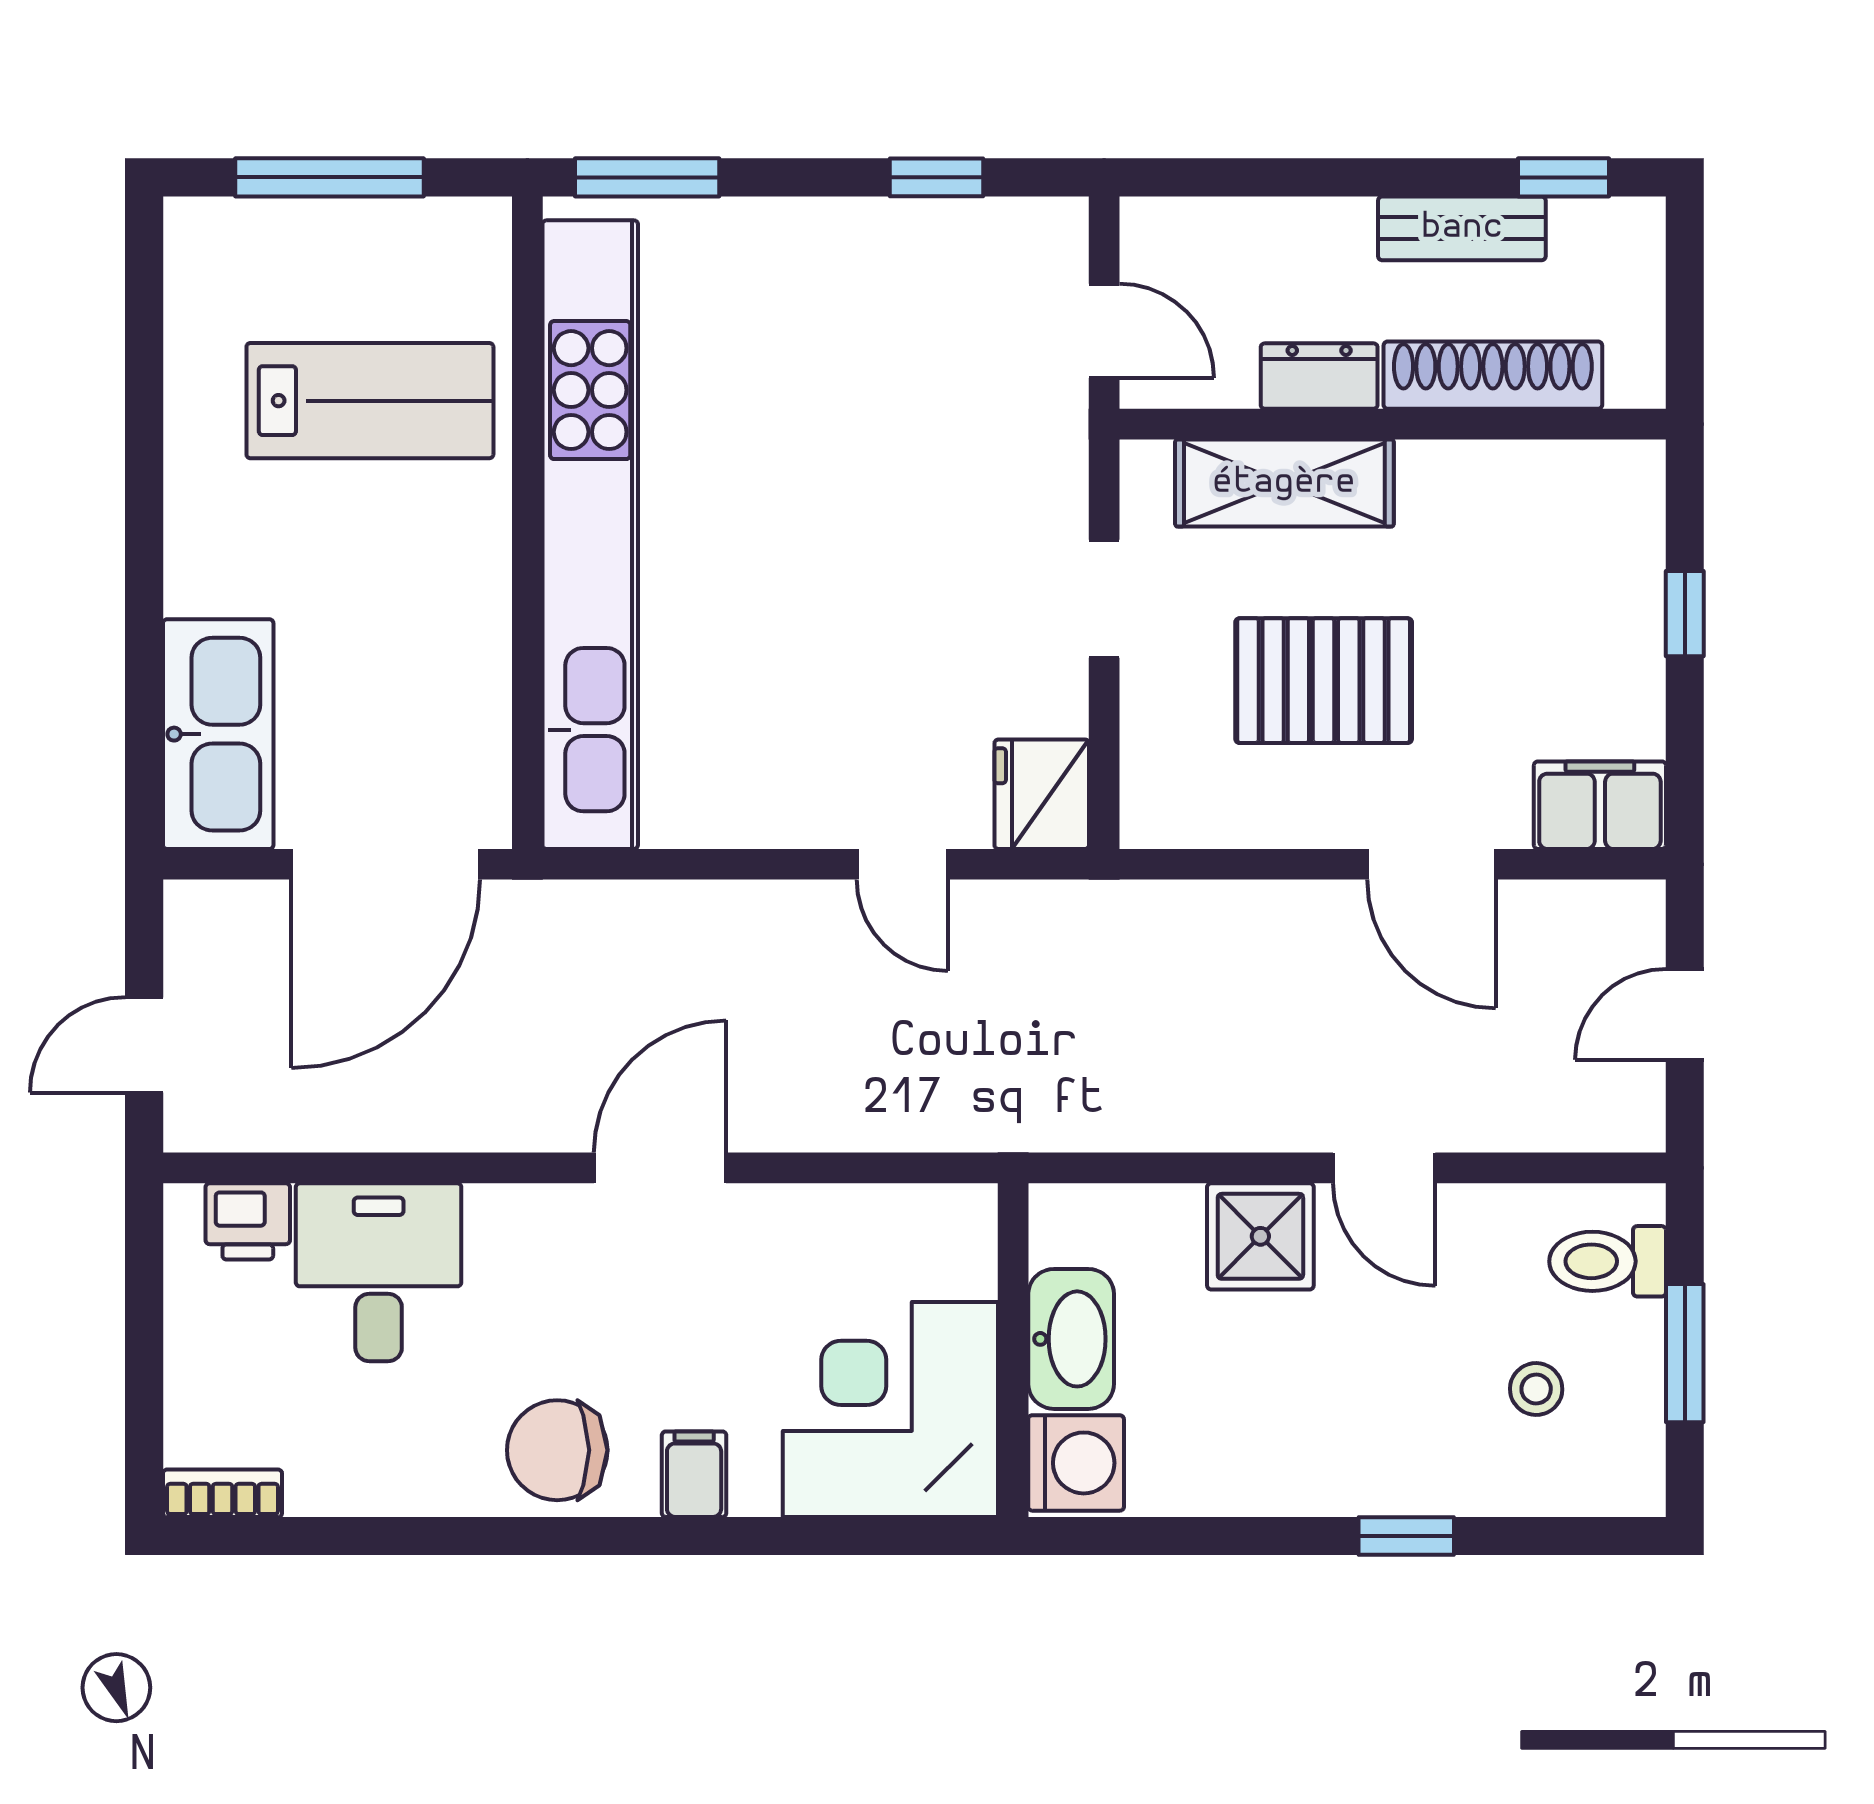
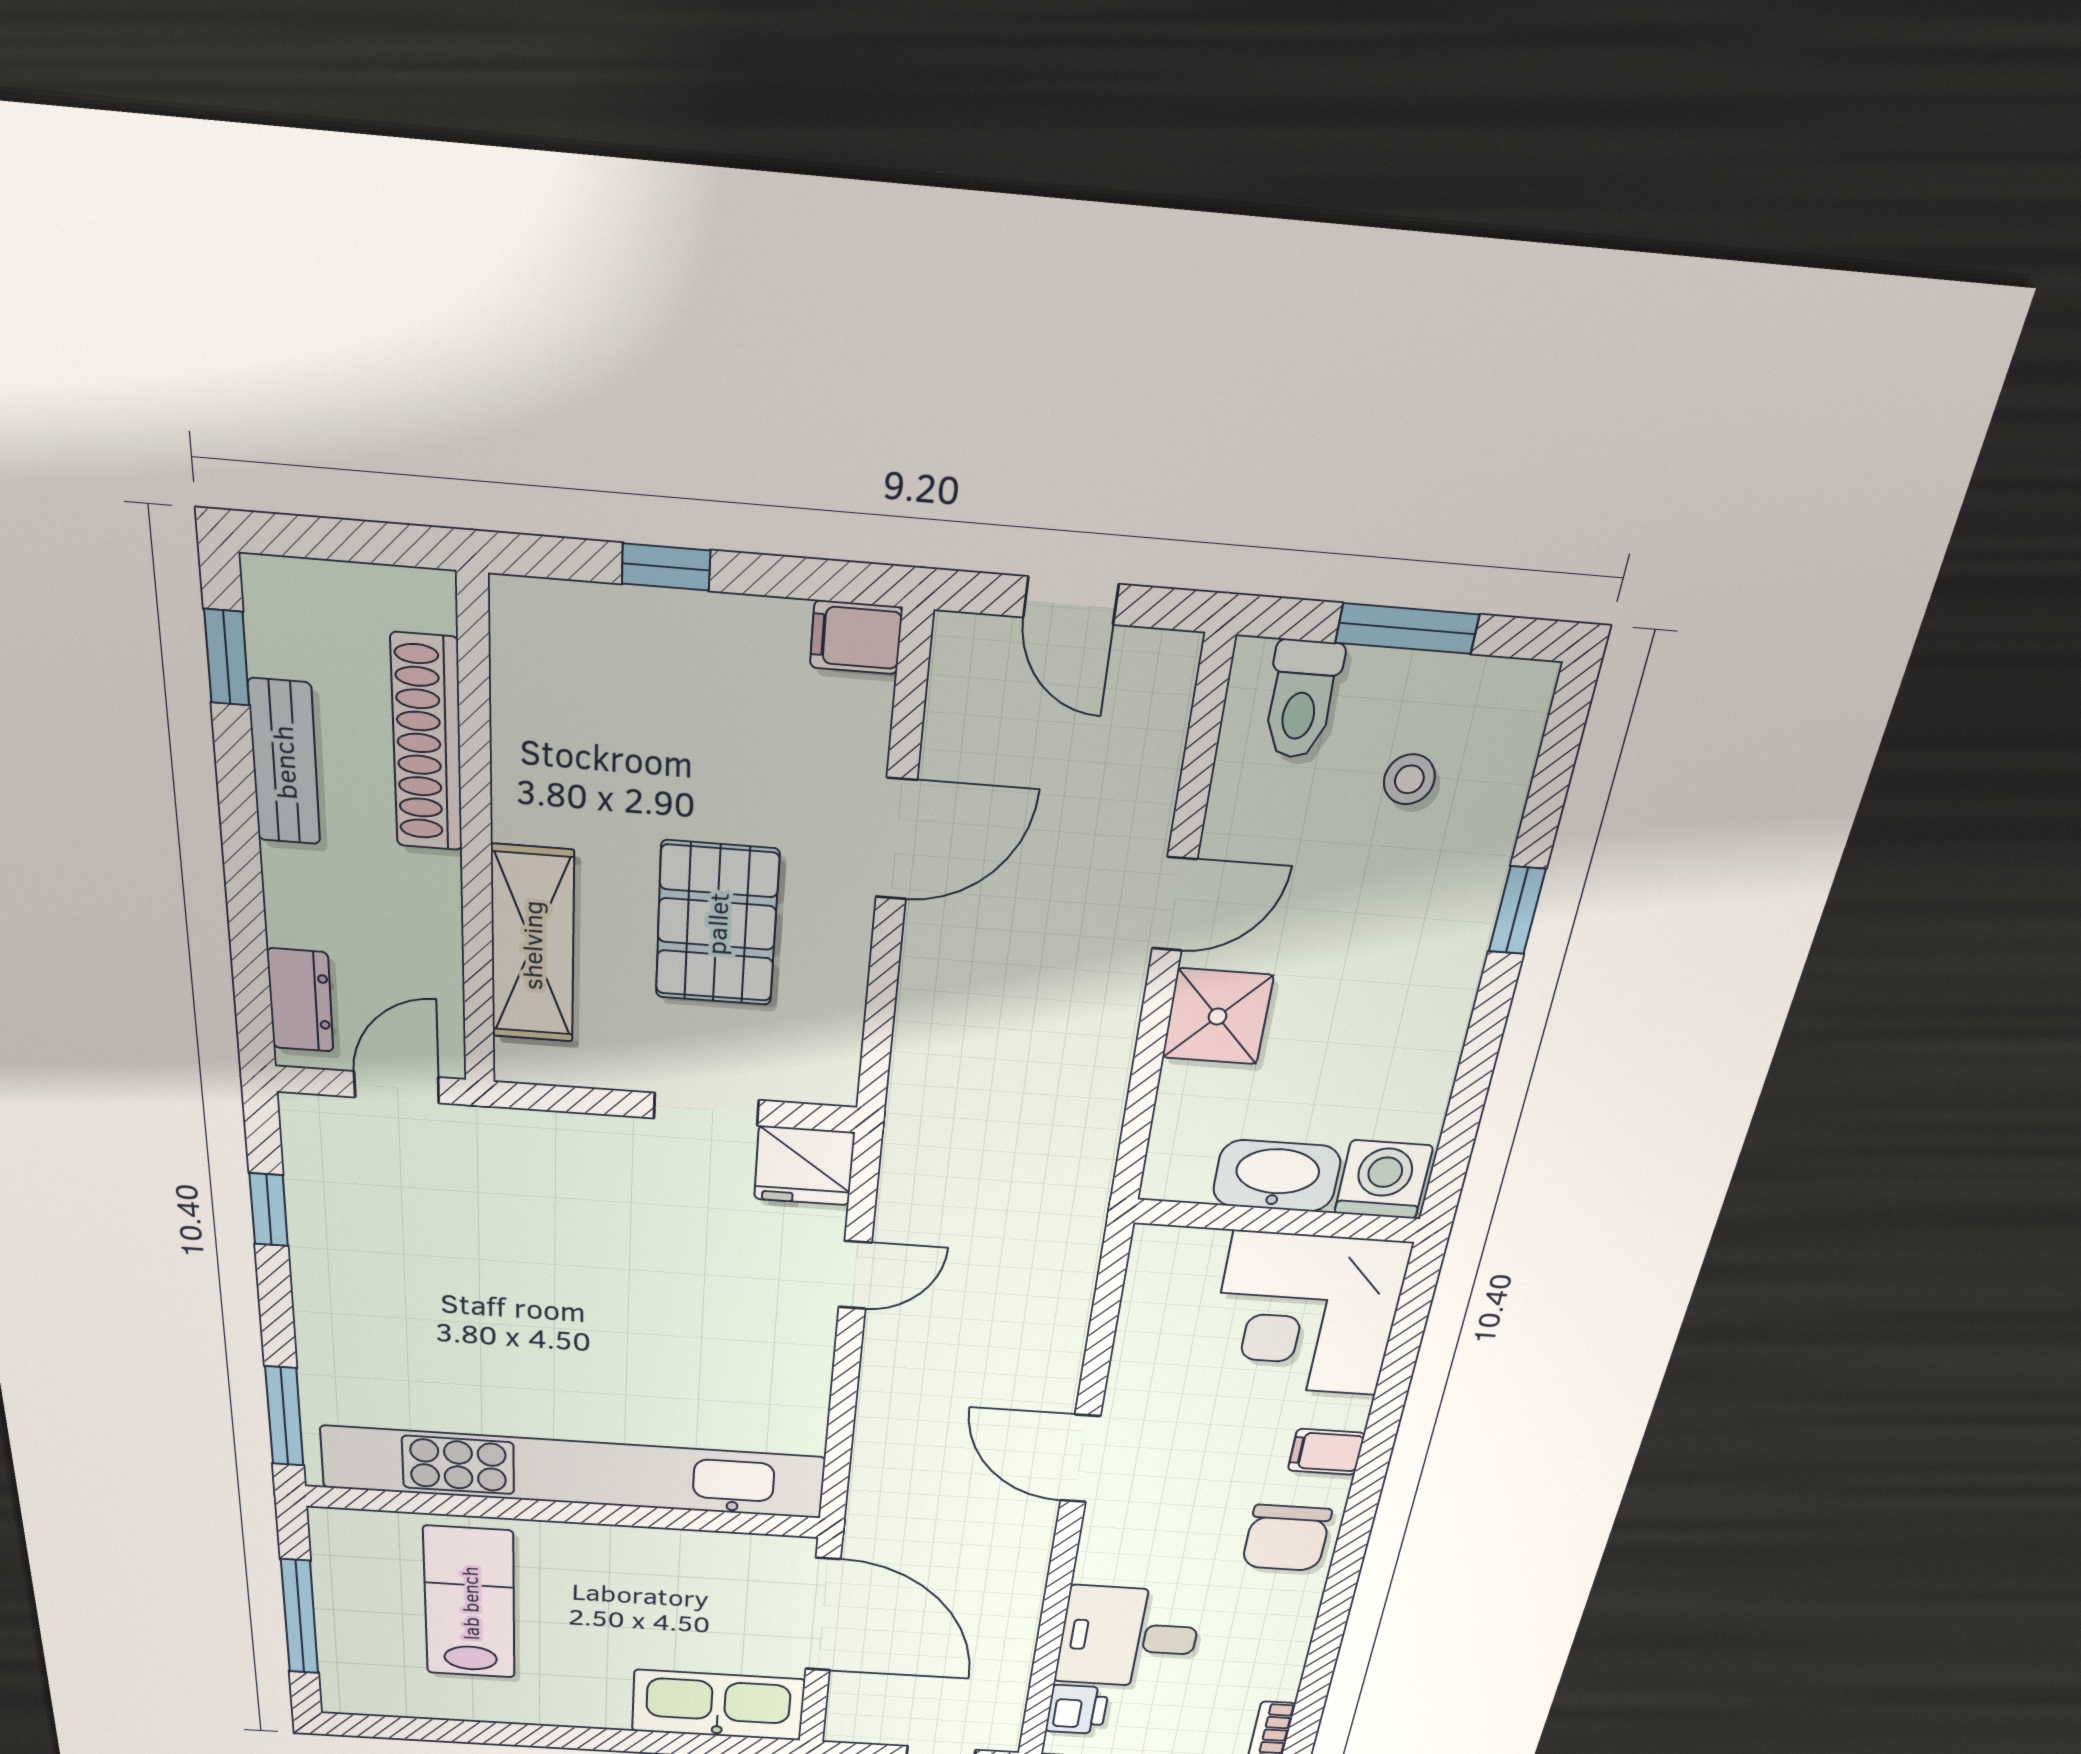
dresser: (1319, 376) -> (300, 1000), moved, turned 180
doorway: (1104, 599) -> (706, 1109), moved
filing cabinet: (1600, 805) -> (856, 637), width x0.50

